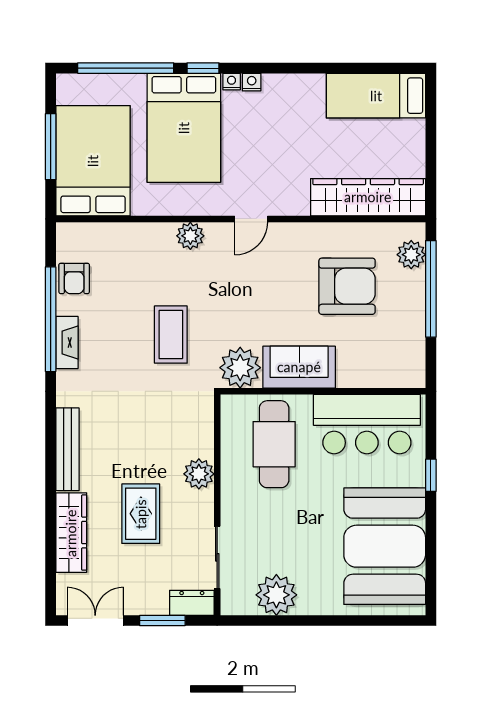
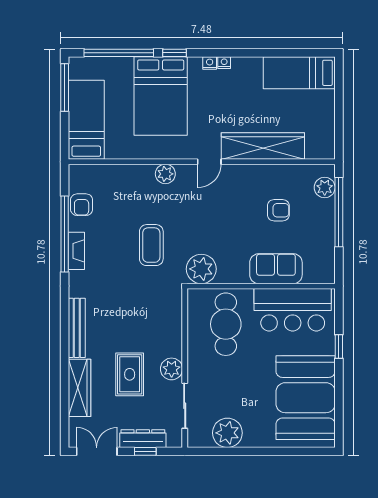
nightstand: (232, 82) -> (224, 63), moved
window: (51, 147) -> (65, 87), moved
bed: (93, 161) -> (86, 120), width x0.67
wardrobe: (368, 197) -> (263, 146), moved
armchair: (347, 286) -> (278, 210), width x0.53, depth x0.53
sofa: (299, 367) -> (276, 269), moved
plant: (199, 474) -> (172, 369), moved
dresser: (192, 603) -> (143, 439), moved, width x1.44
window: (162, 621) -> (145, 451), width x0.67

